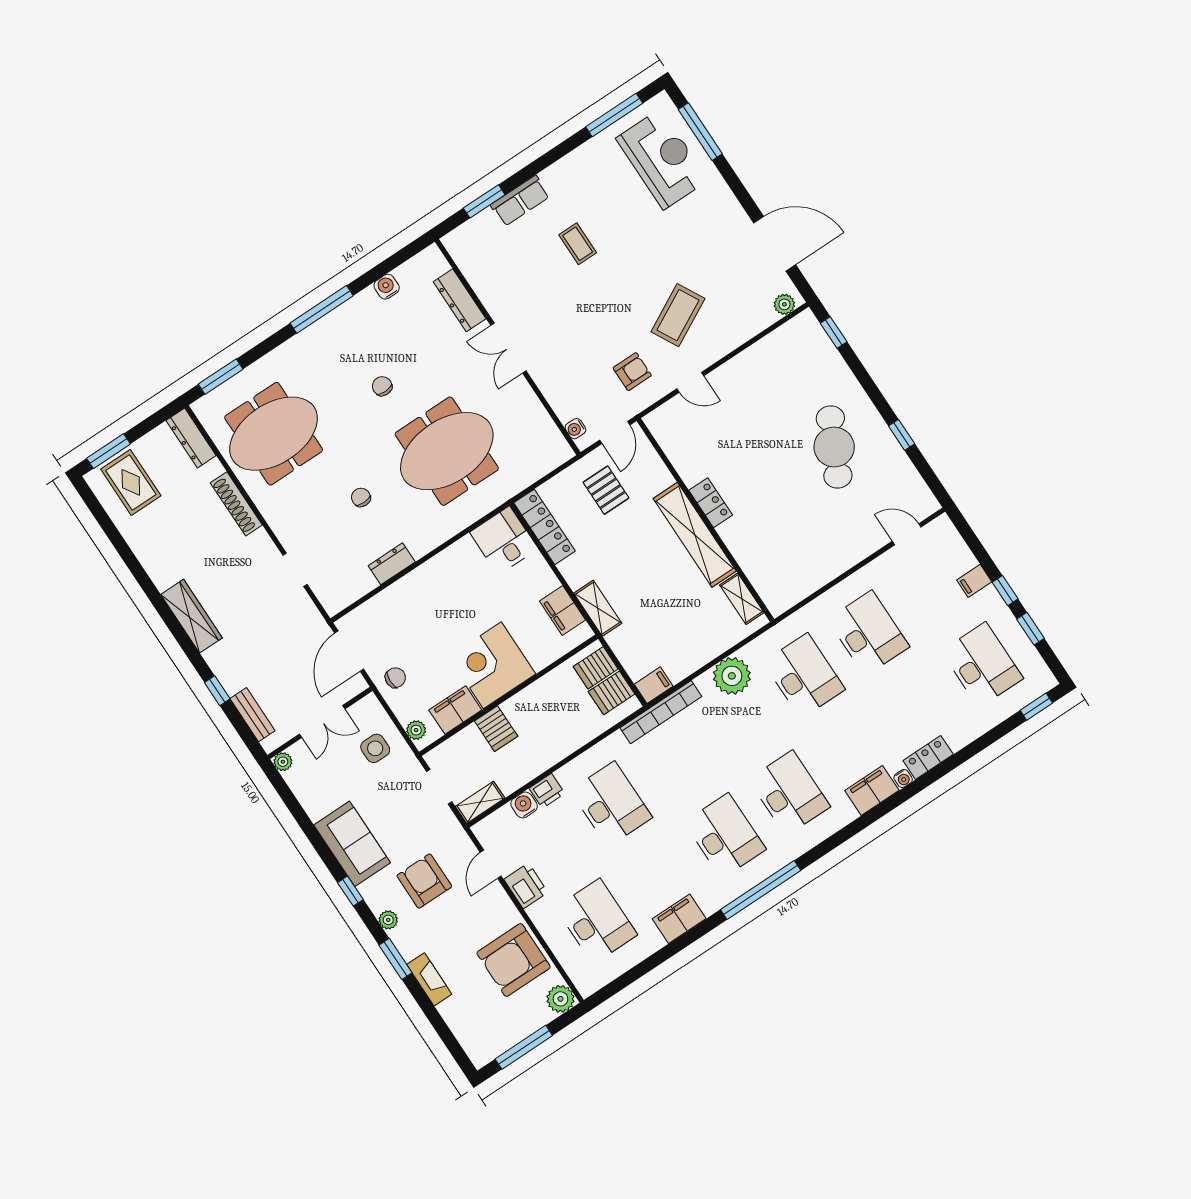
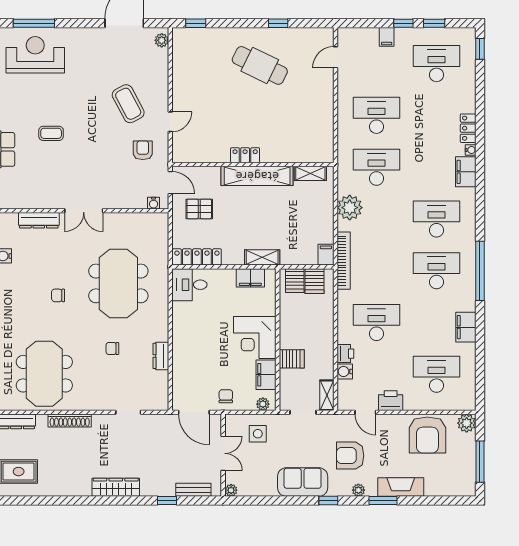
fireplace: (429, 979) -> (401, 487), width x1.37, depth x1.32

